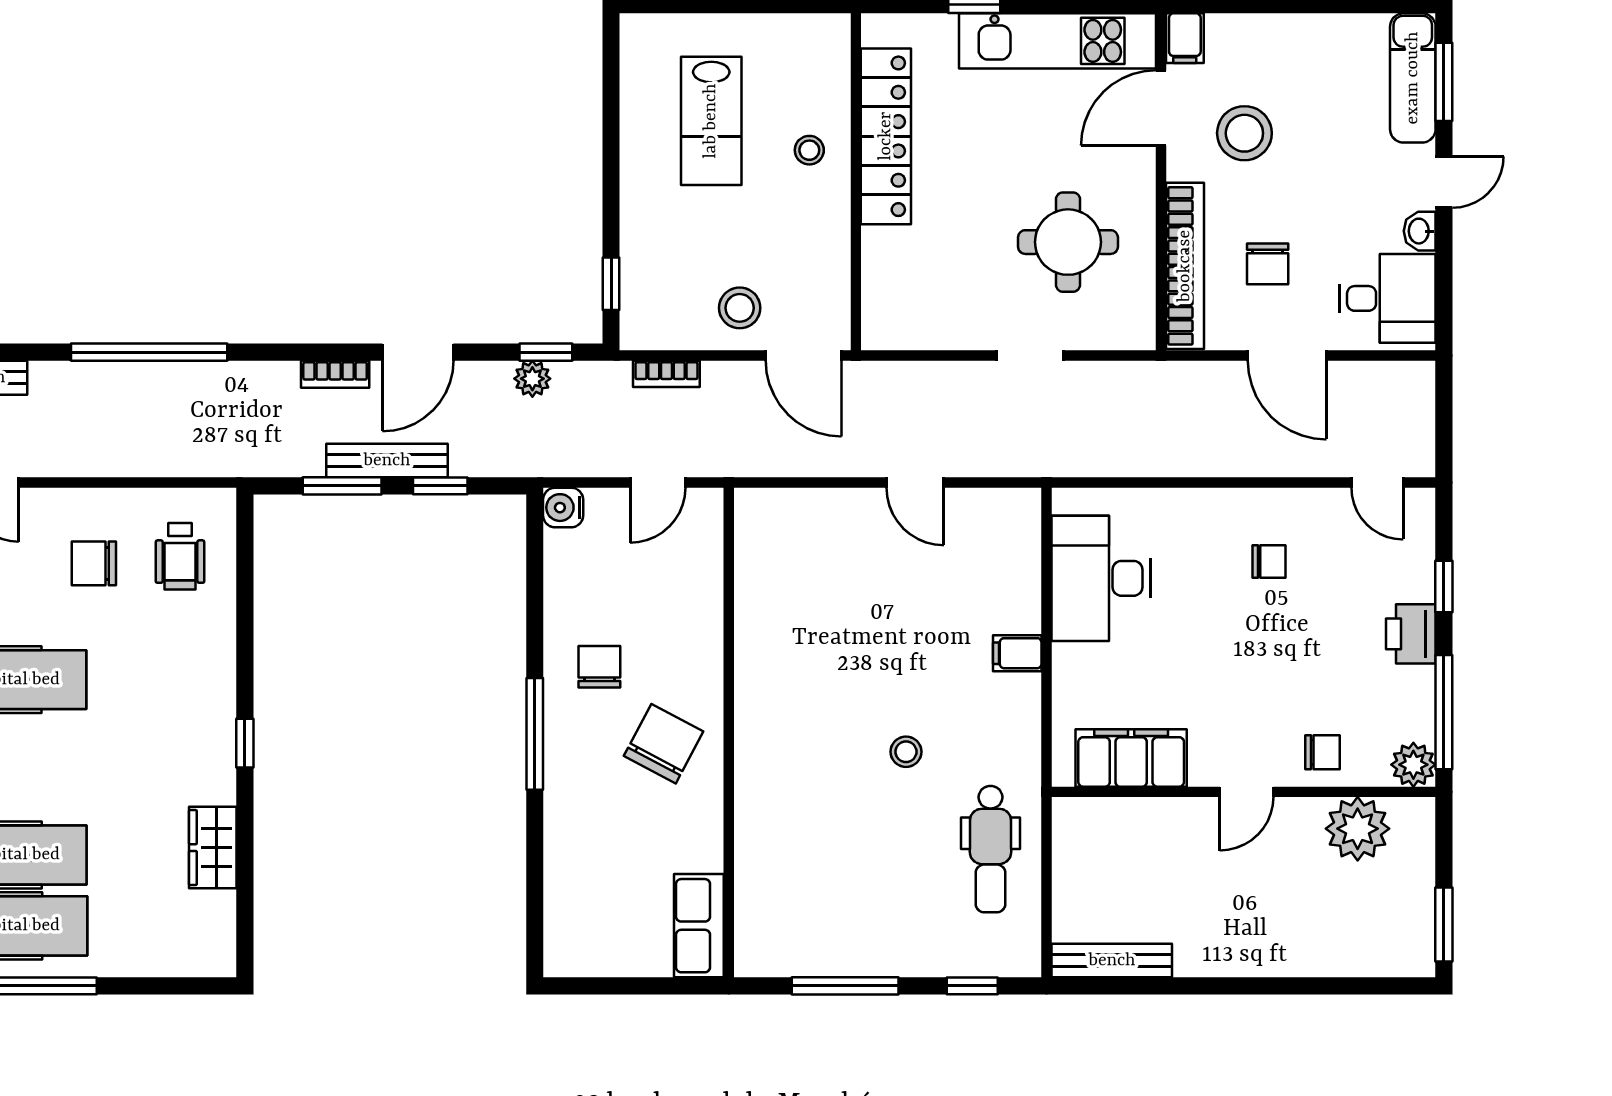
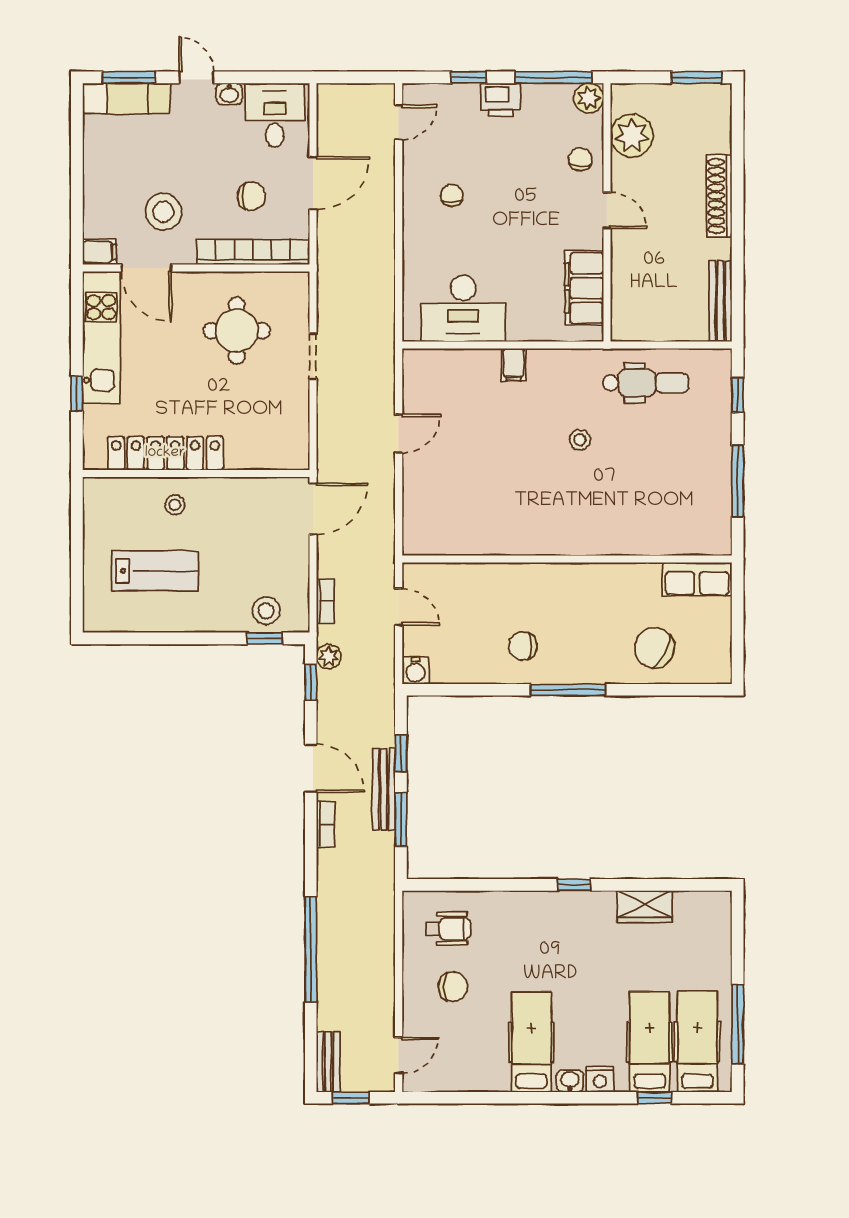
stool: (740, 308) -> (266, 611), moved
plant: (532, 379) -> (329, 657), moved
chair: (94, 563) -> (453, 987), turned -90
chair: (664, 744) -> (654, 648), moved
shoe rack: (1268, 959) -> (719, 196), added

